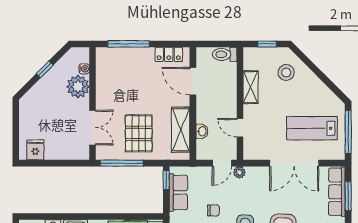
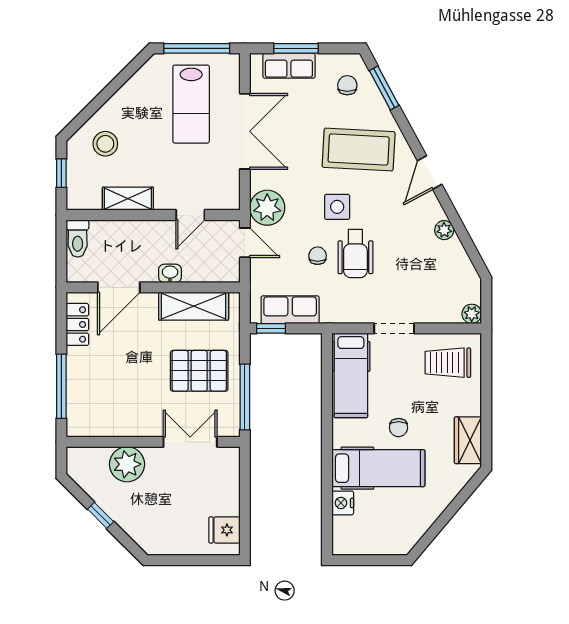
water cooler: (84, 69) -> (100, 455), removed
washbasin: (202, 131) -> (170, 273), moved
plant: (239, 172) -> (267, 208), width x1.88, depth x1.88
row of seats: (337, 192) -> (289, 66), width x0.68

